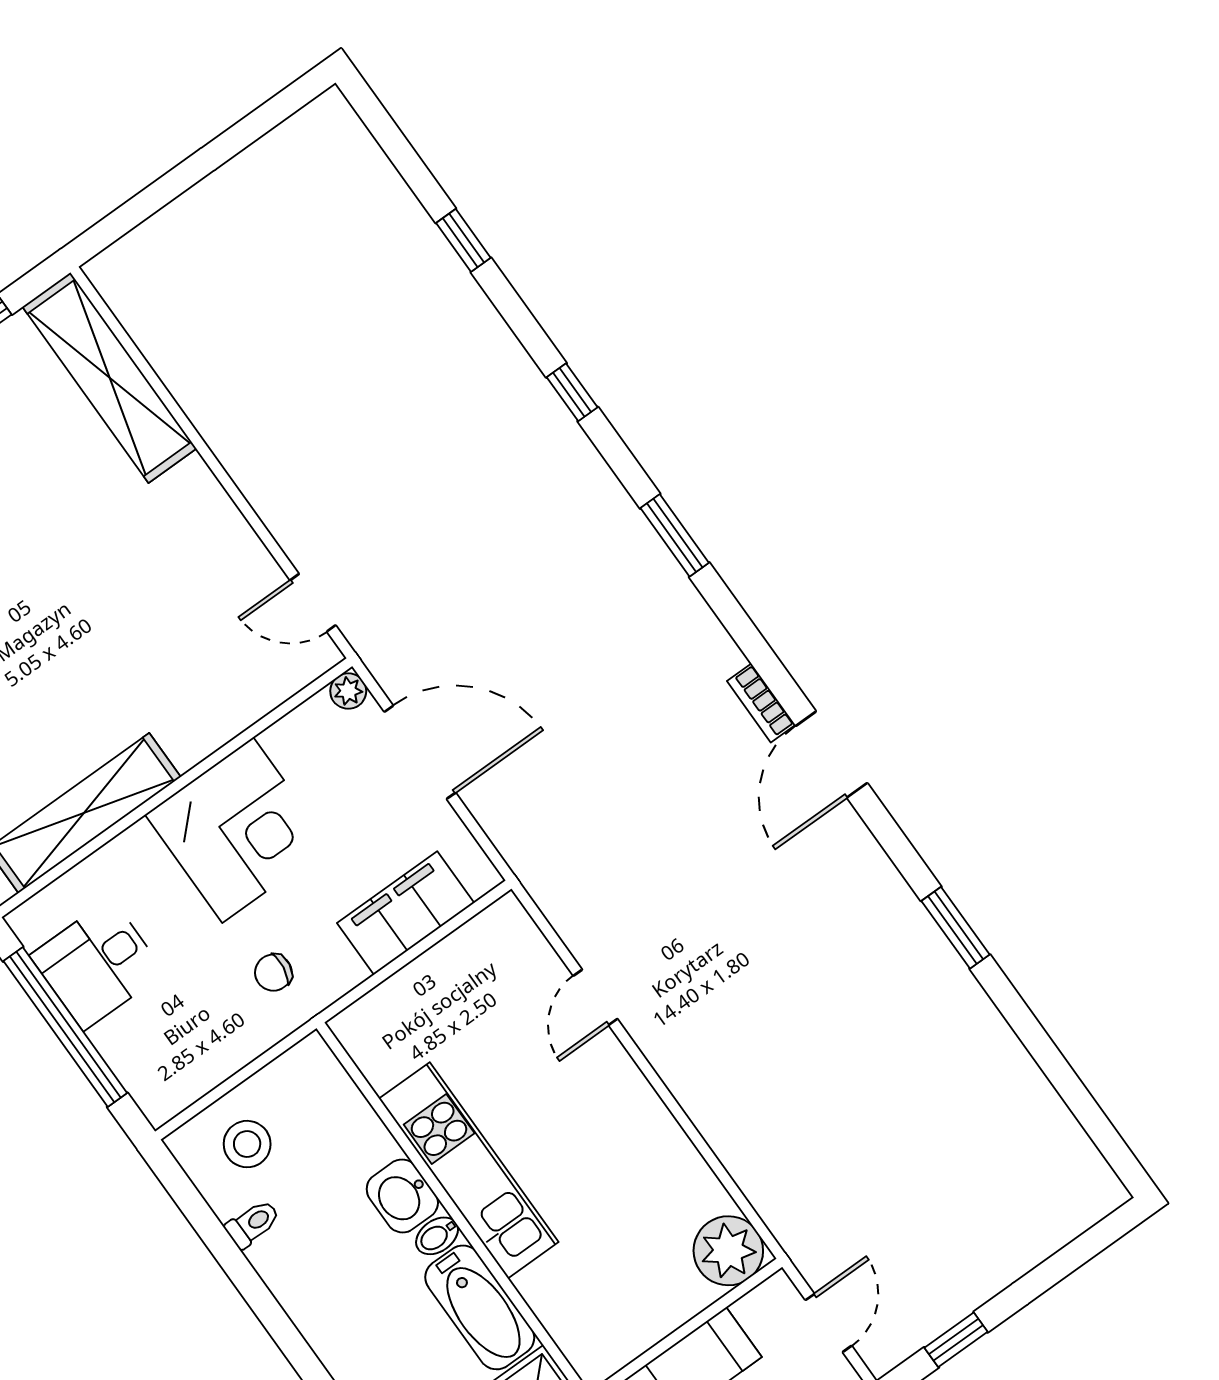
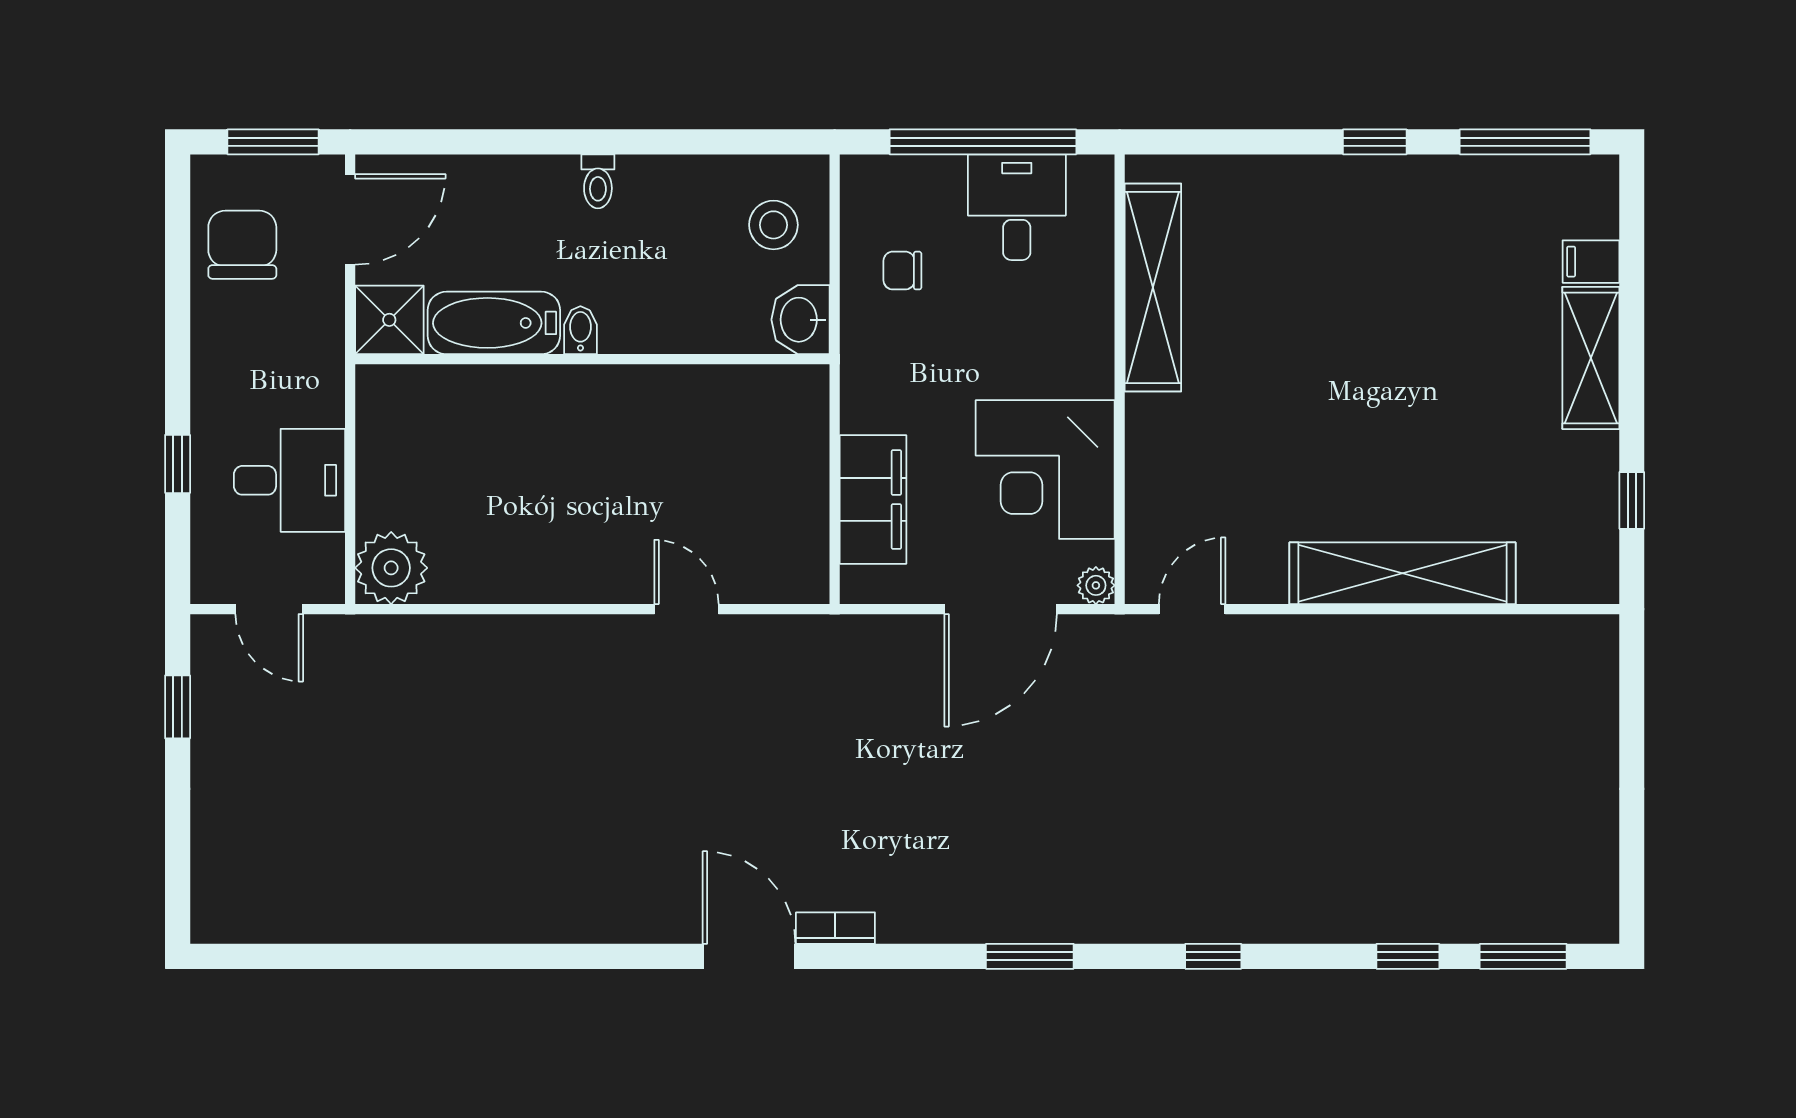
shelving: (110, 378) -> (1402, 573), moved
corner desk: (238, 830) -> (1045, 470), moved
window: (955, 928) -> (1523, 956), moved
chair: (273, 973) -> (902, 271), moved, turned -98
kitchen unit: (469, 1170) -> (617, 397), removed
washbasin: (402, 1196) -> (800, 320), moved, turned -90
toilet: (253, 1224) -> (598, 181), moved

